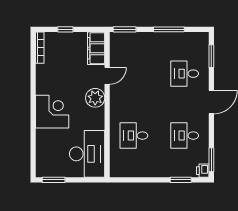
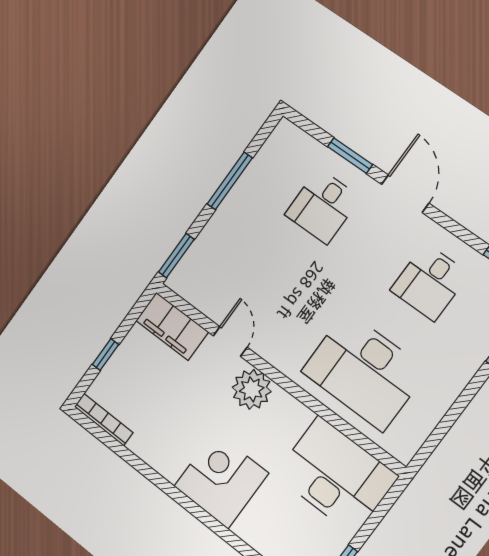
window: (211, 56) -> (350, 155), moved
desk: (134, 136) -> (364, 371), width x1.87, depth x1.30

